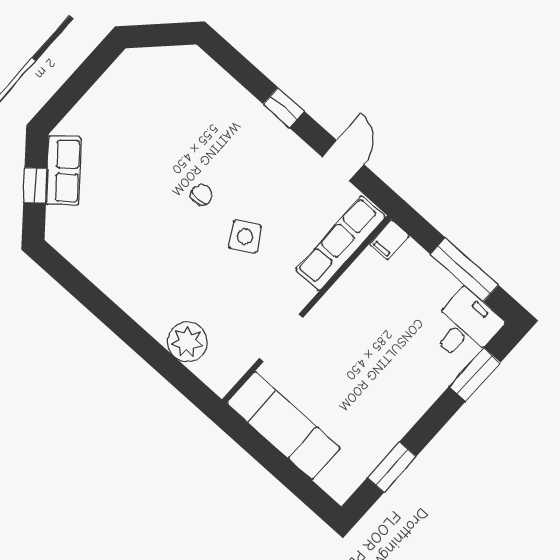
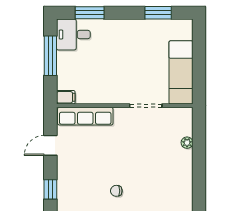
side table: (245, 237) -> (118, 158), removed
plant: (187, 342) -> (187, 143), width x0.53, depth x0.53

